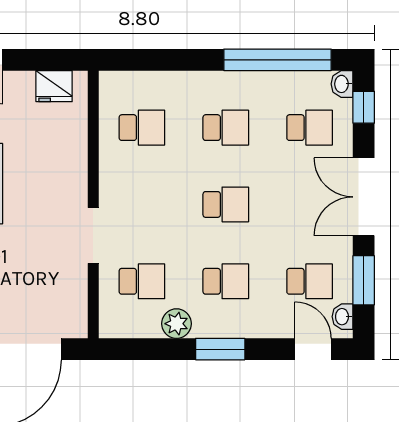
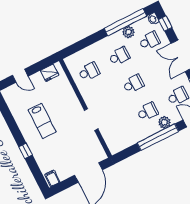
plant: (273, 85) -> (128, 32), added
school desk: (142, 281) -> (117, 127), removed
plant: (176, 324) -> (164, 122), moved
window: (220, 349) -> (158, 137), width x2.11

